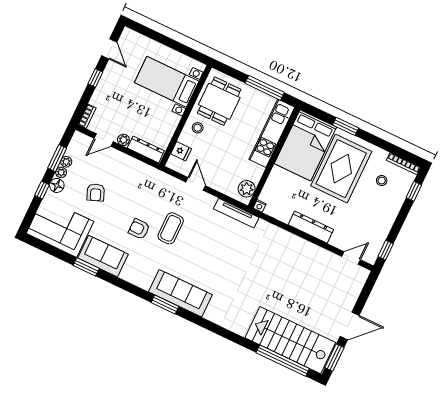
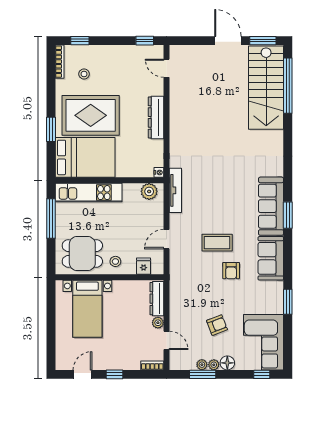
window: (42, 190) -> (262, 374), moved
sofa: (103, 256) -> (271, 258), moved

